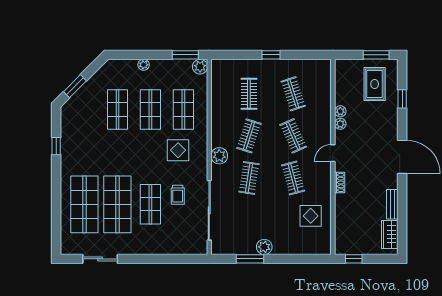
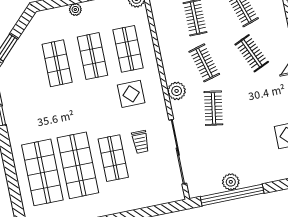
clothes rail: (249, 136) -> (204, 63), turned -33
clothes rail: (293, 178) -> (261, 98), removed
plant: (264, 247) -> (231, 182), moved
window: (250, 259) -> (232, 195), width x2.11

